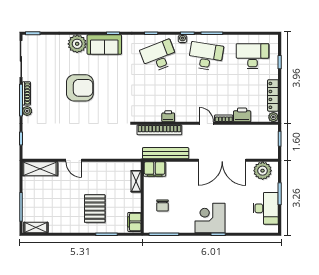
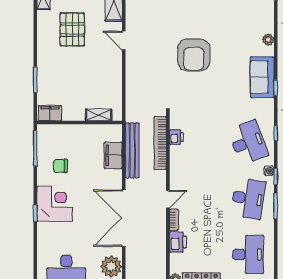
plant: (77, 44) -> (268, 40), width x0.53, depth x0.53
armchair: (80, 88) -> (194, 55), moved
printer: (168, 116) -> (176, 137), moved
door: (74, 160) -> (124, 41), hinge flipped
filing cabinet: (155, 169) -> (113, 155), moved
chair: (162, 205) -> (60, 166), moved
pallet: (95, 209) -> (72, 29), moved, turned 90

